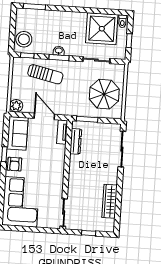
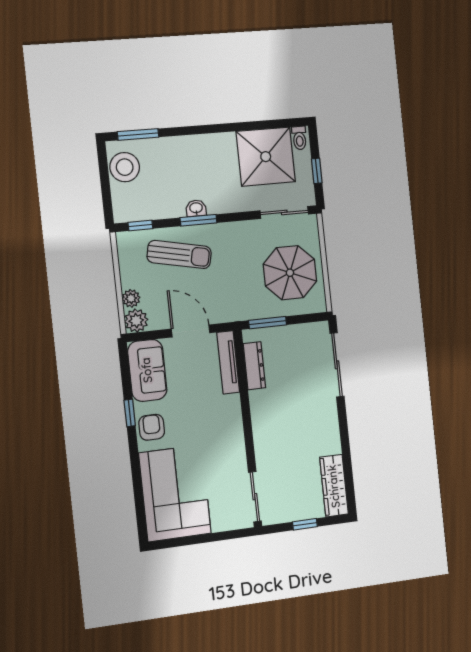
stool: (24, 39) -> (125, 167), moved
sliding door: (96, 60) -> (284, 212), moved
plant: (16, 93) -> (131, 298), added
tv unit: (62, 132) -> (228, 362), width x1.41
armchair: (15, 164) -> (152, 427), turned 180
wardrobe: (110, 201) -> (334, 486), moved

